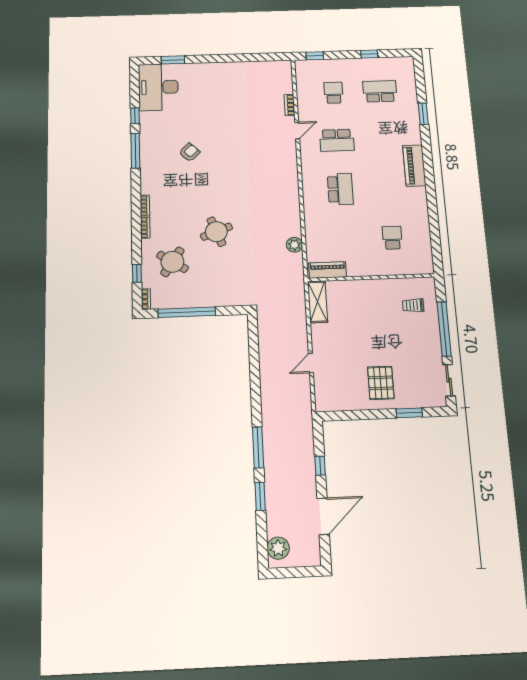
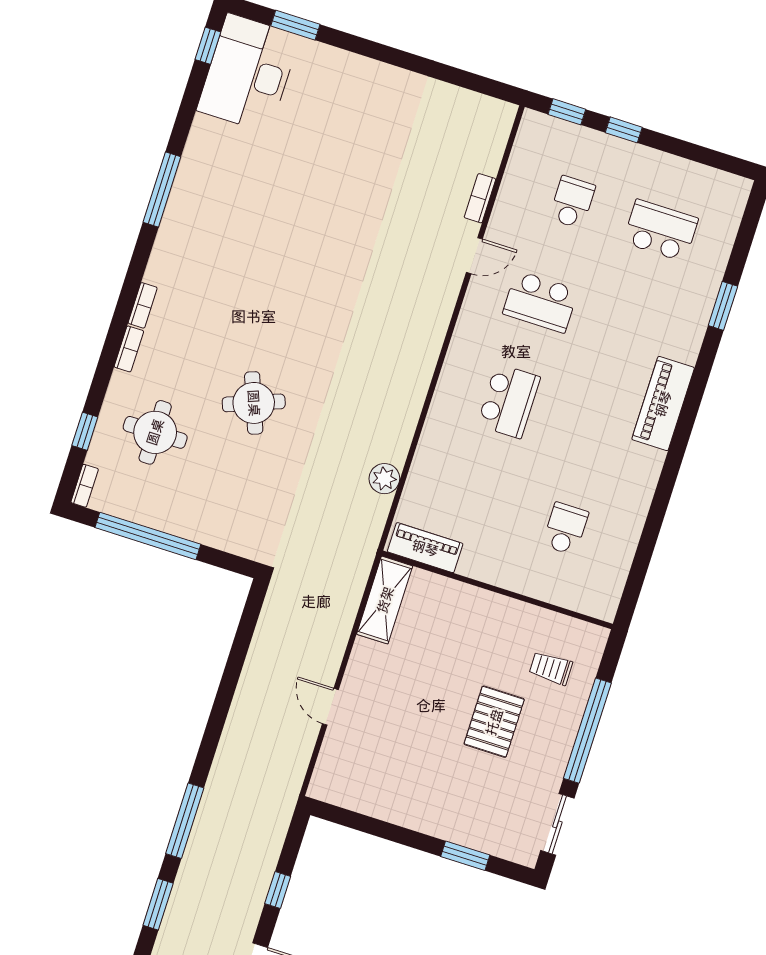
window: (369, 54) -> (624, 130), moved
window: (135, 116) -> (208, 46), moved
armchair: (189, 152) -> (260, 229), removed
round table: (172, 262) -> (155, 432), turned -33
door: (311, 363) -> (330, 707), hinge flipped
pallet: (381, 383) -> (494, 722), moved

